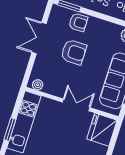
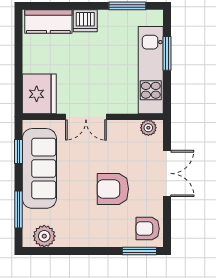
armchair: (78, 22) -> (148, 229), moved
double door: (39, 38) -> (167, 173), moved

